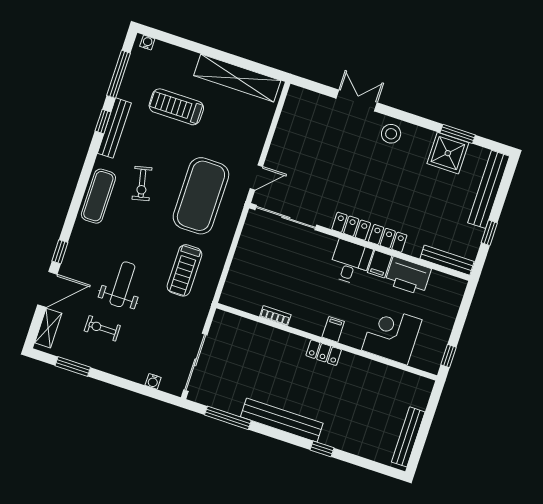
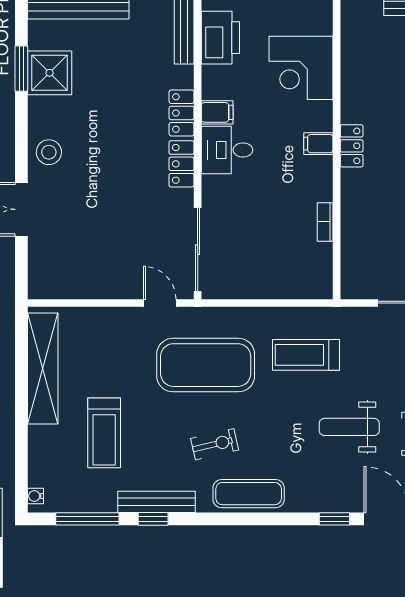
treadmill: (184, 270) -> (306, 355), turned 180
printer: (408, 276) -> (220, 38), moved

